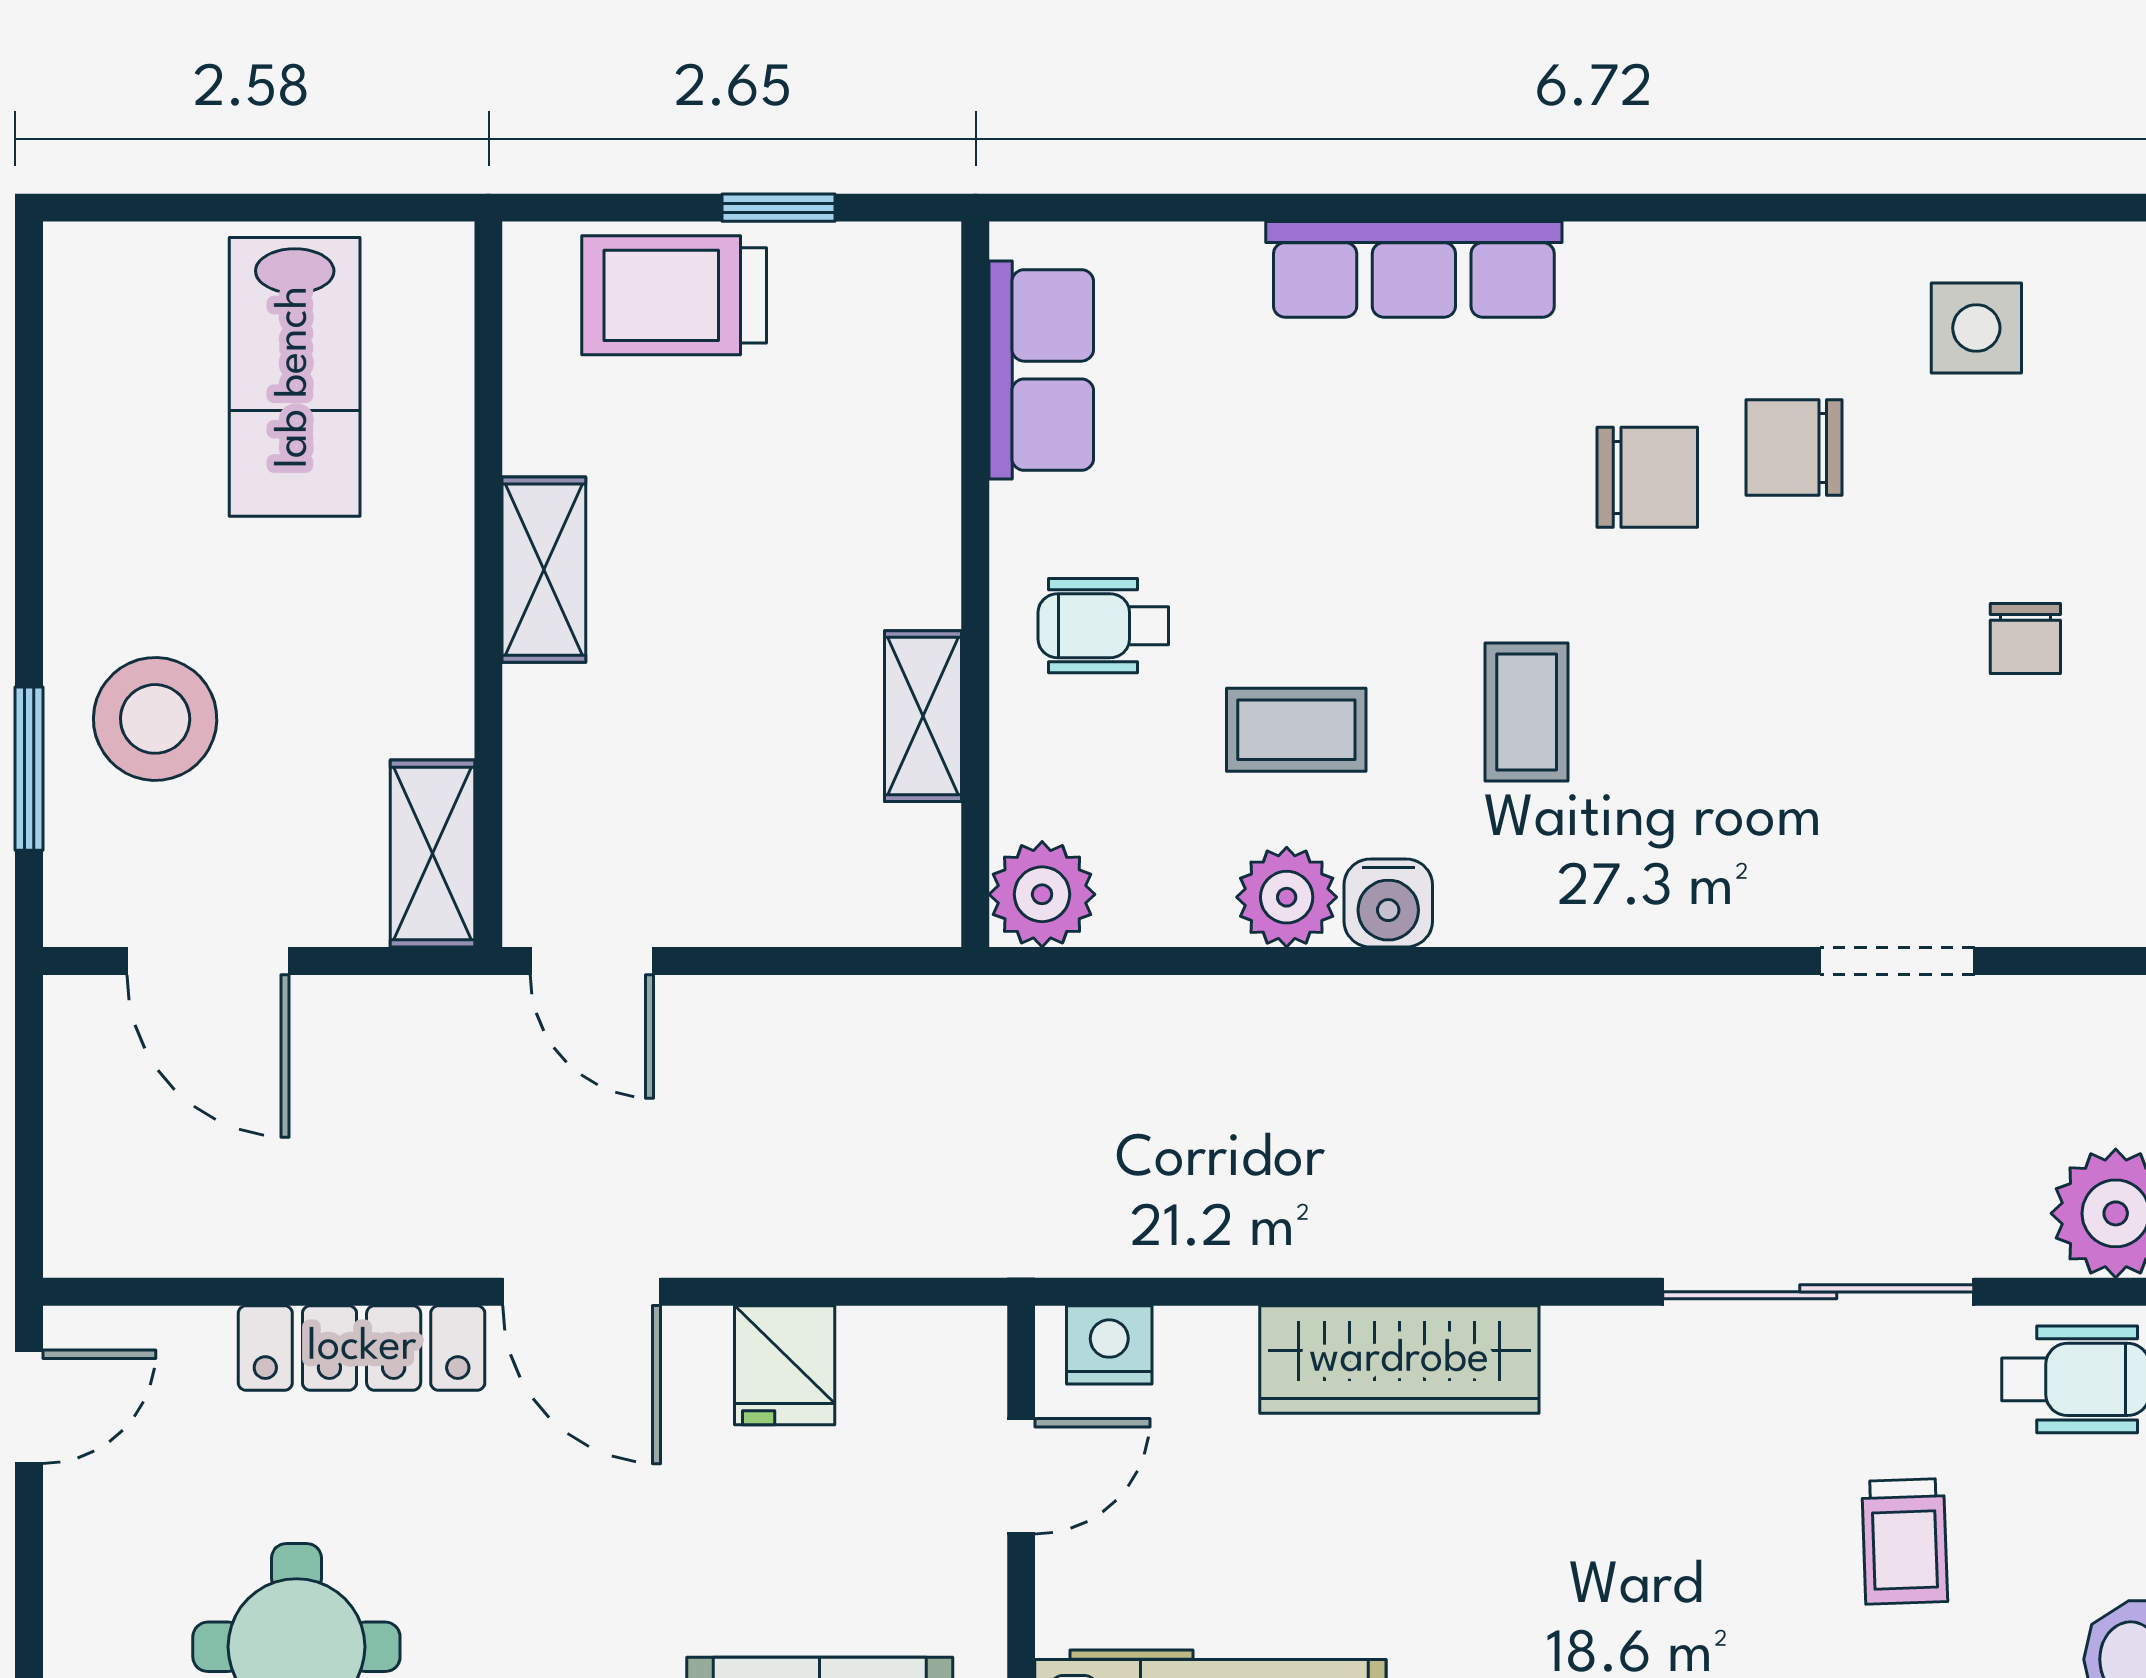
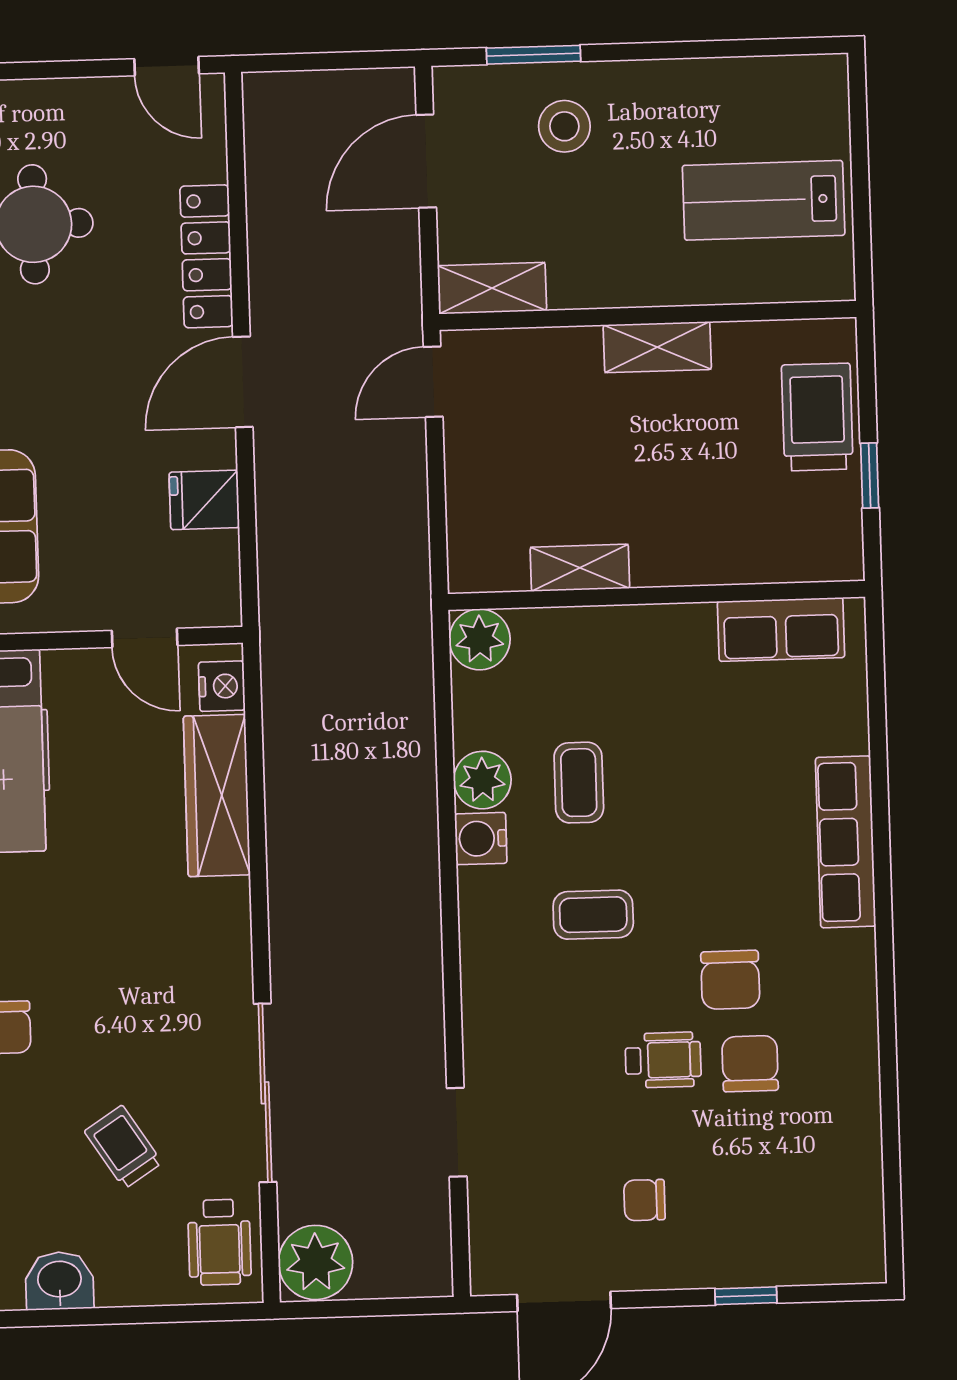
side table: (1976, 328) -> (822, 1166), removed
wheelchair: (1103, 626) -> (663, 1060), moved, turned 90
stool: (155, 719) -> (564, 126), width x0.73, depth x0.73
wardrobe: (1399, 1360) -> (217, 795), moved
trolley: (1905, 1541) -> (123, 1147), turned 59

